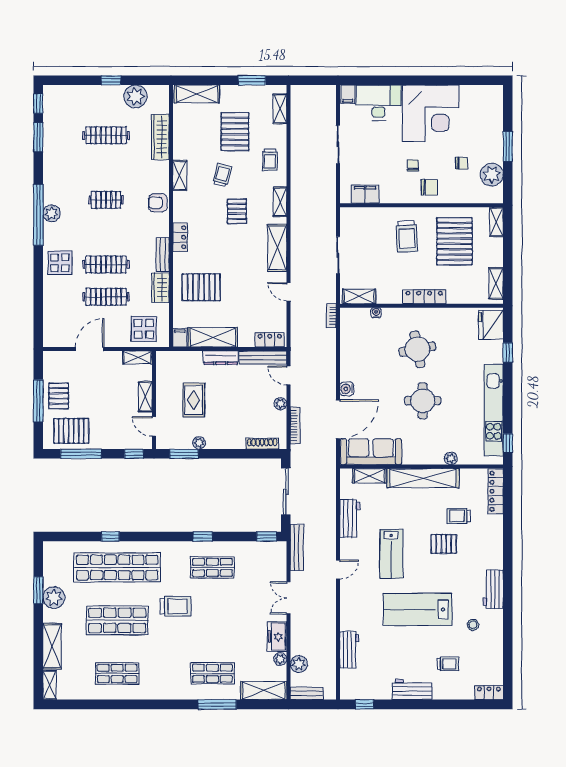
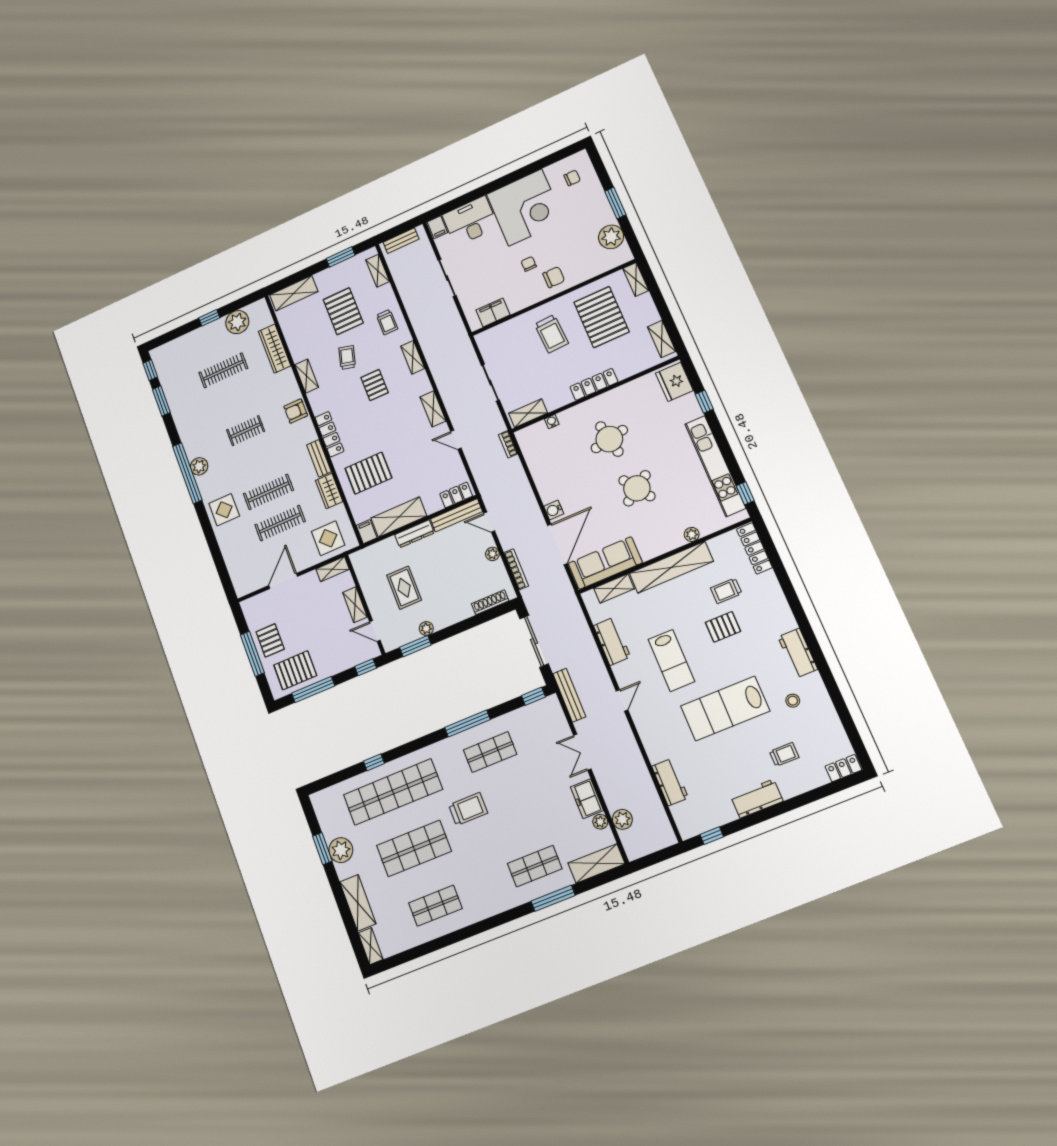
chair: (462, 163) -> (572, 178), moved
locker: (180, 237) -> (329, 434), width x1.53
shelving: (277, 248) -> (433, 409), width x0.67, depth x0.75
round table: (423, 401) -> (637, 488), turned -35
window: (203, 536) -> (467, 724), width x2.17
bench: (307, 693) -> (401, 241), moved

